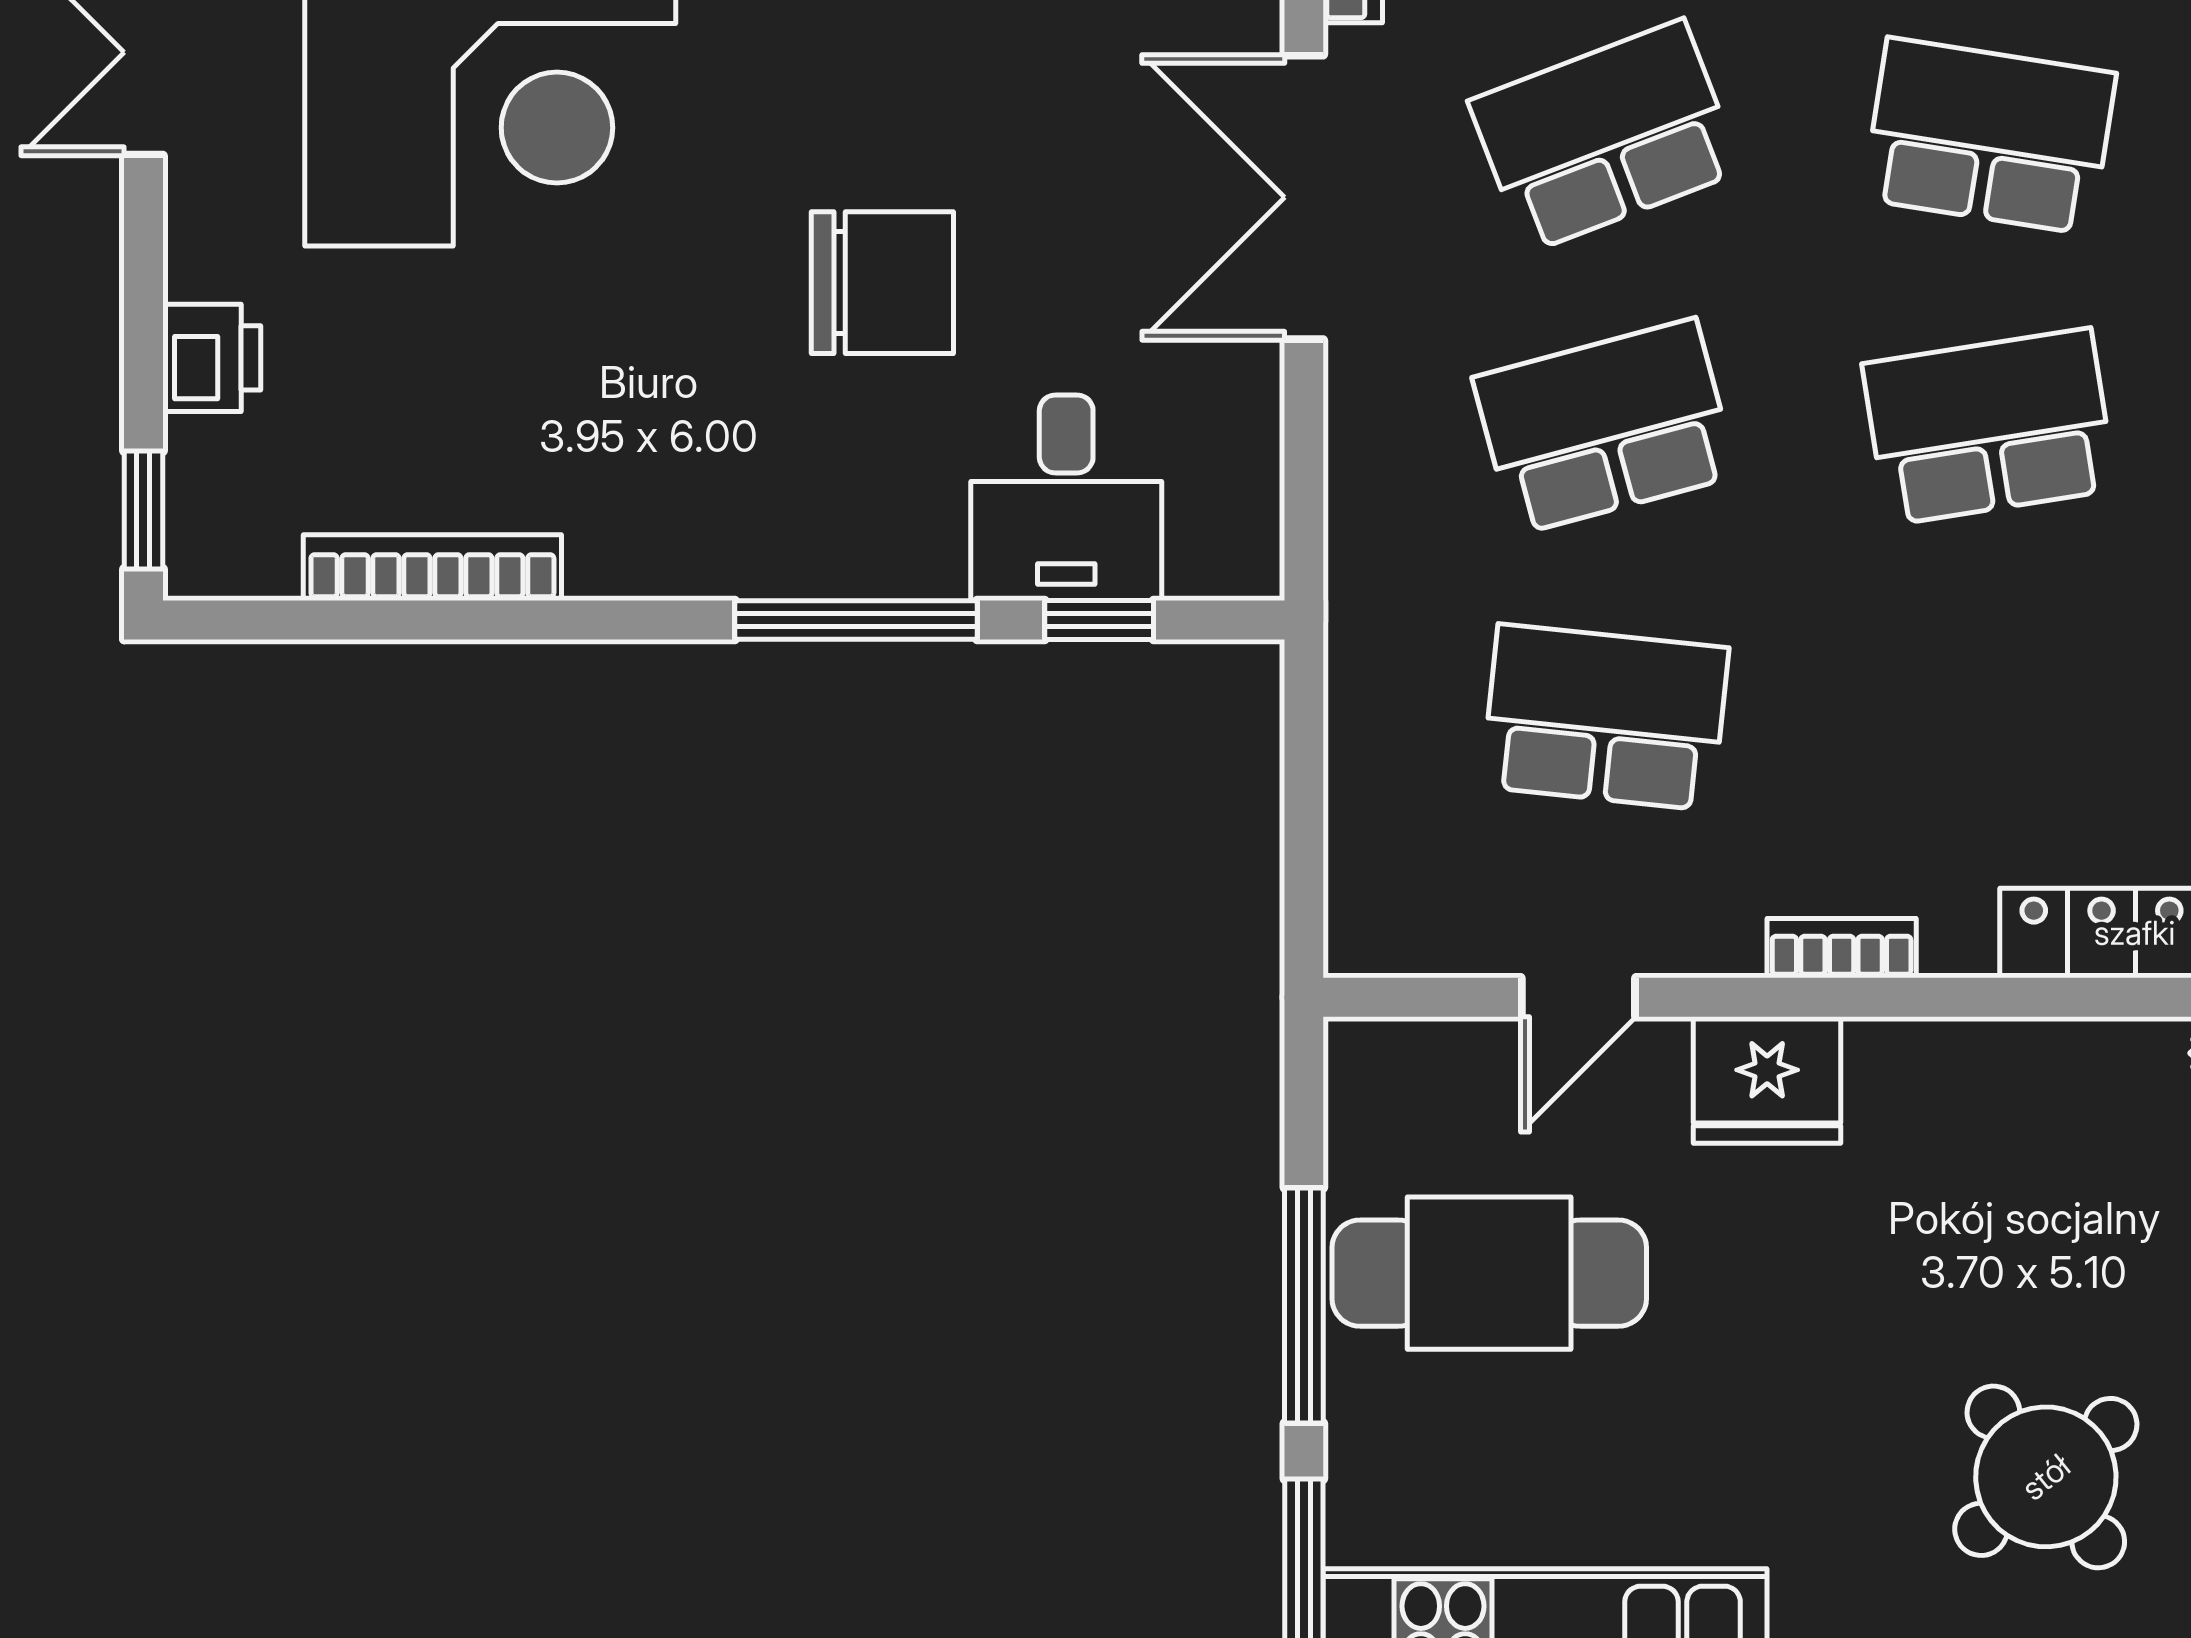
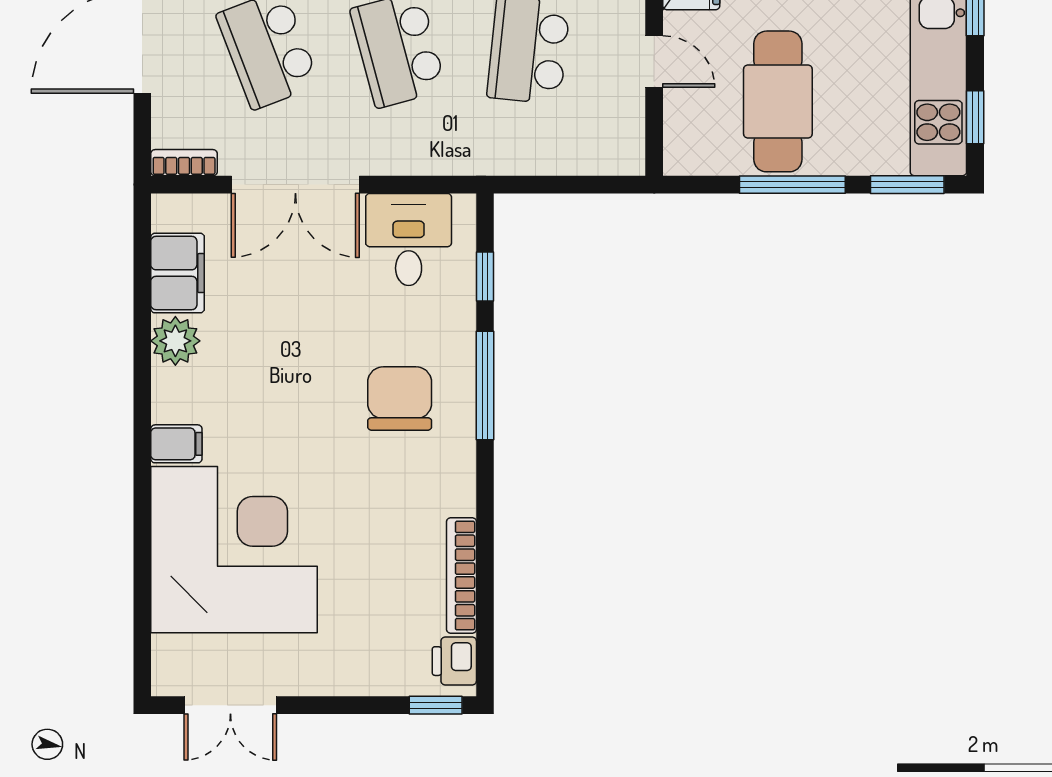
chair: (882, 283) -> (400, 398), moved
printer: (212, 358) -> (454, 661), moved, turned -90
desk: (1066, 498) -> (409, 239), moved, turned -90

